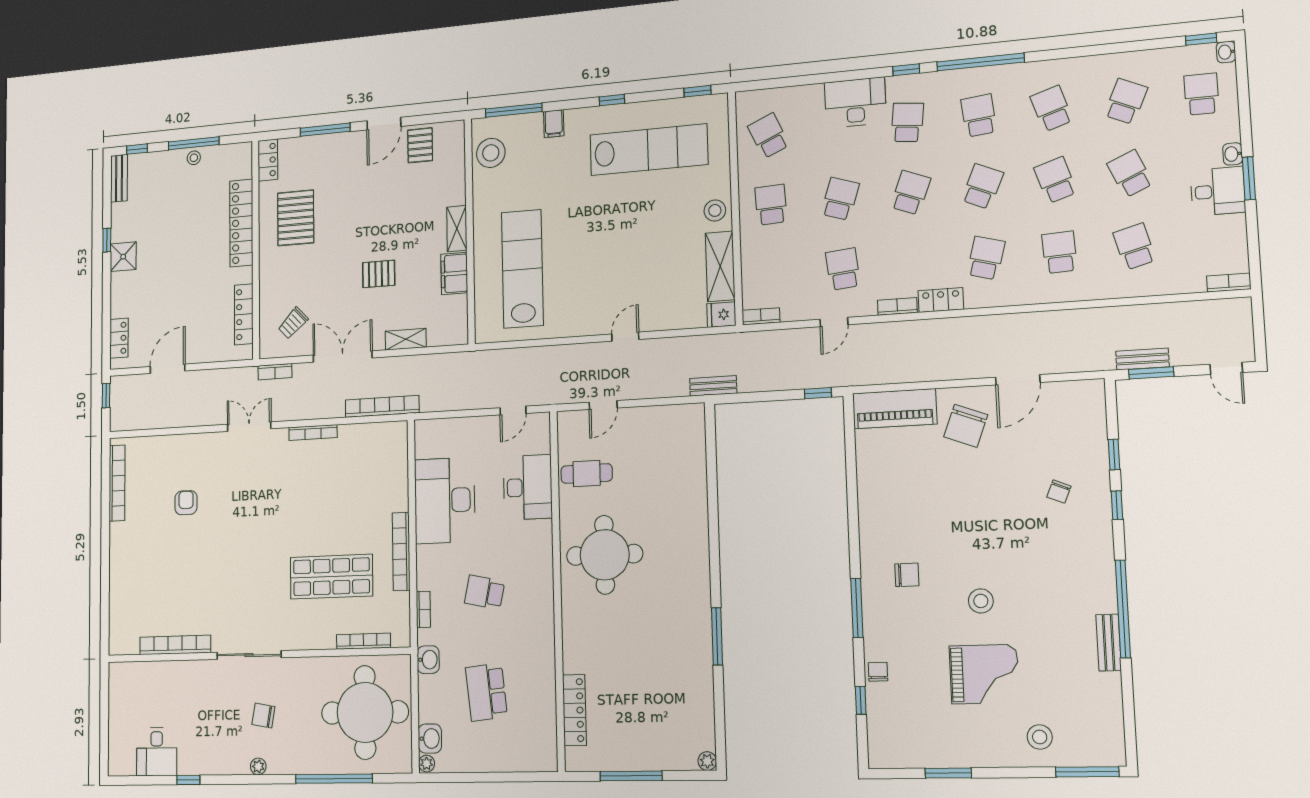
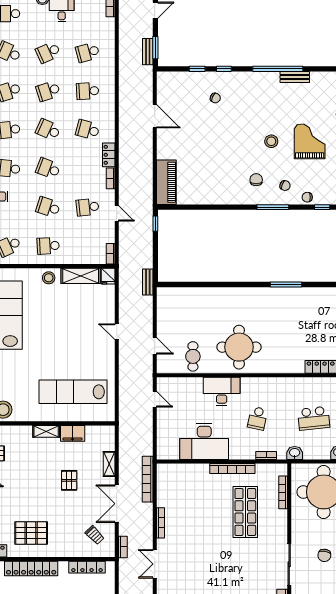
chair: (966, 426) -> (285, 186), moved, width x0.54, depth x0.54
desk: (528, 487) -> (222, 391), moved

